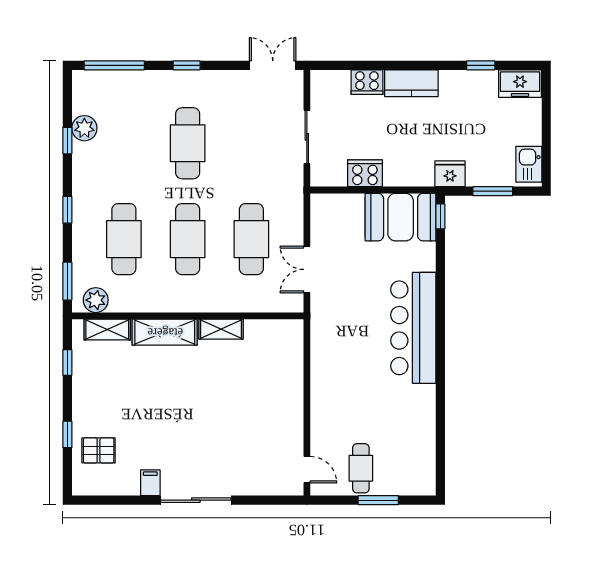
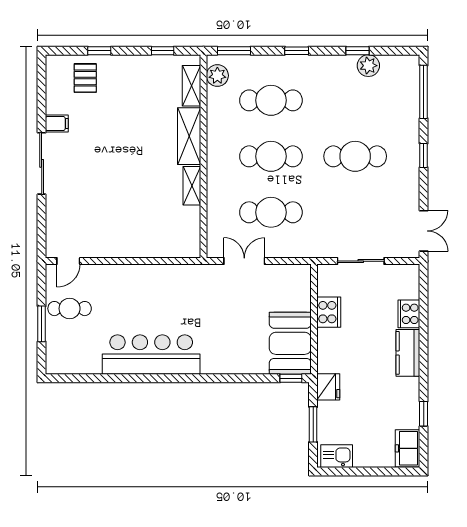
bar counter: (413, 328) -> (151, 355), moved

